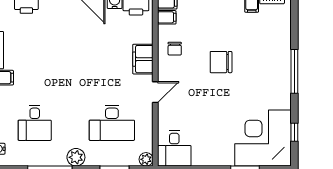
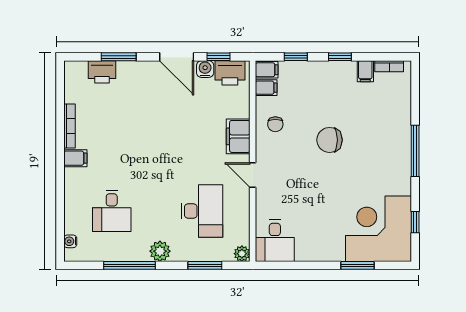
door: (155, 92) -> (253, 175), swing flipped
desk: (112, 123) -> (202, 211), turned -90

